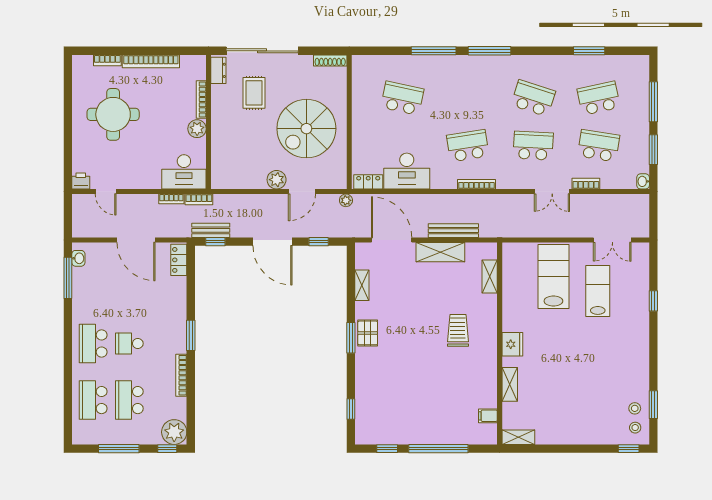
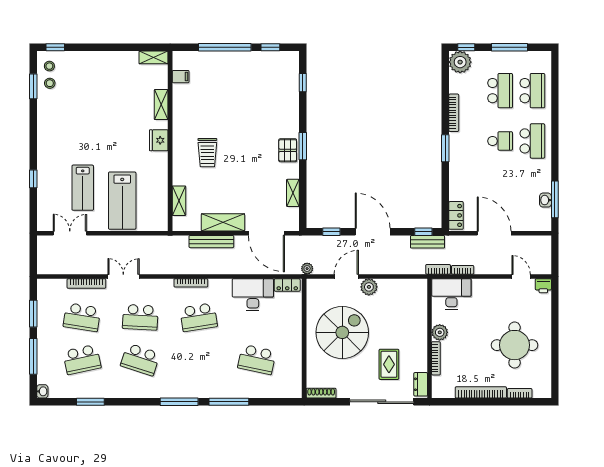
washbasin: (643, 181) -> (42, 391), moved
bookcase: (586, 184) -> (86, 283), width x1.56
washbasin: (78, 258) -> (545, 200), moved

